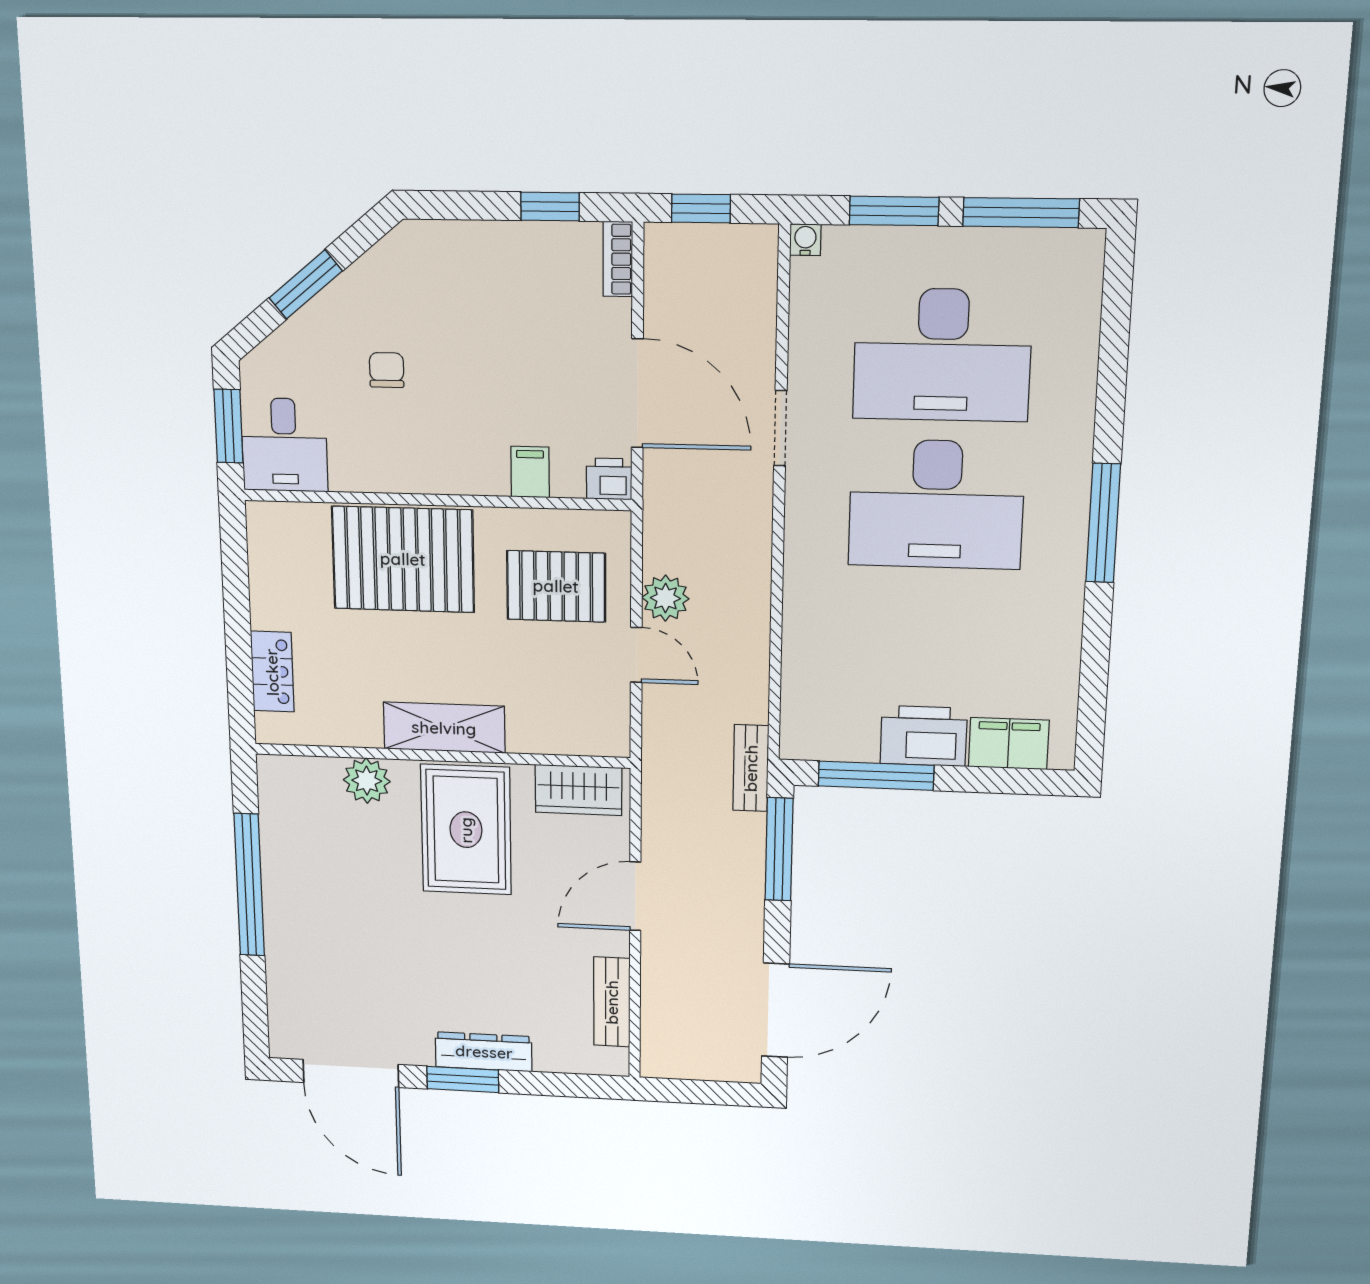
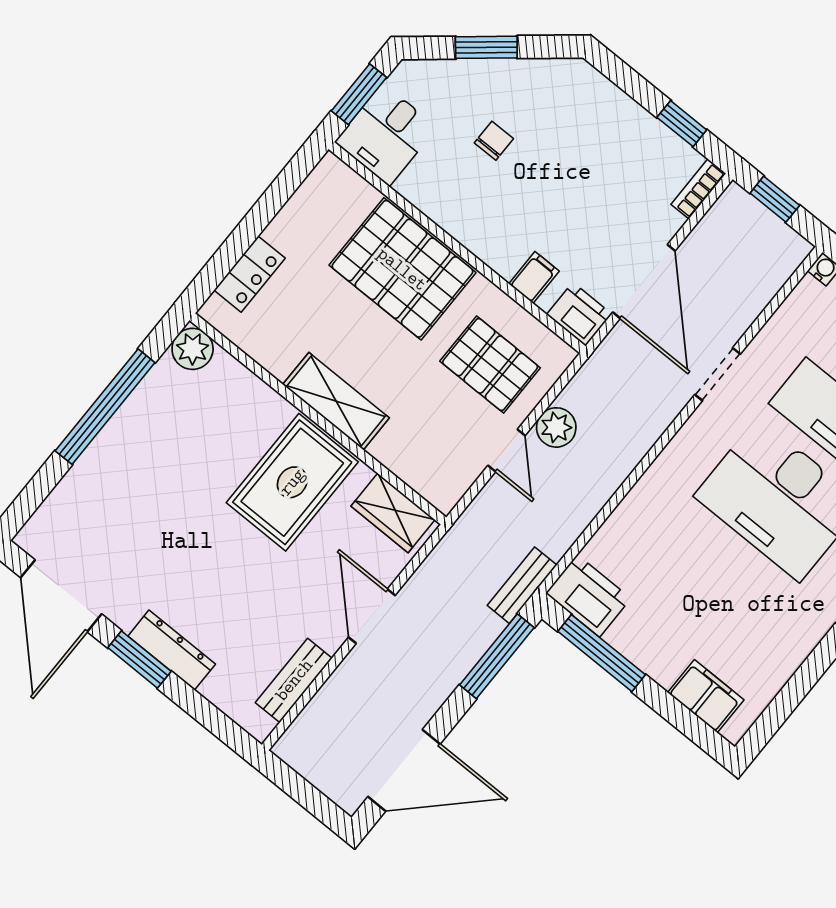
printer: (609, 479) -> (579, 314), width x1.36, depth x1.24
printer: (924, 736) -> (588, 596), moved
plant: (367, 781) -> (193, 349), moved
door: (635, 896) -> (372, 616), hinge flipped

